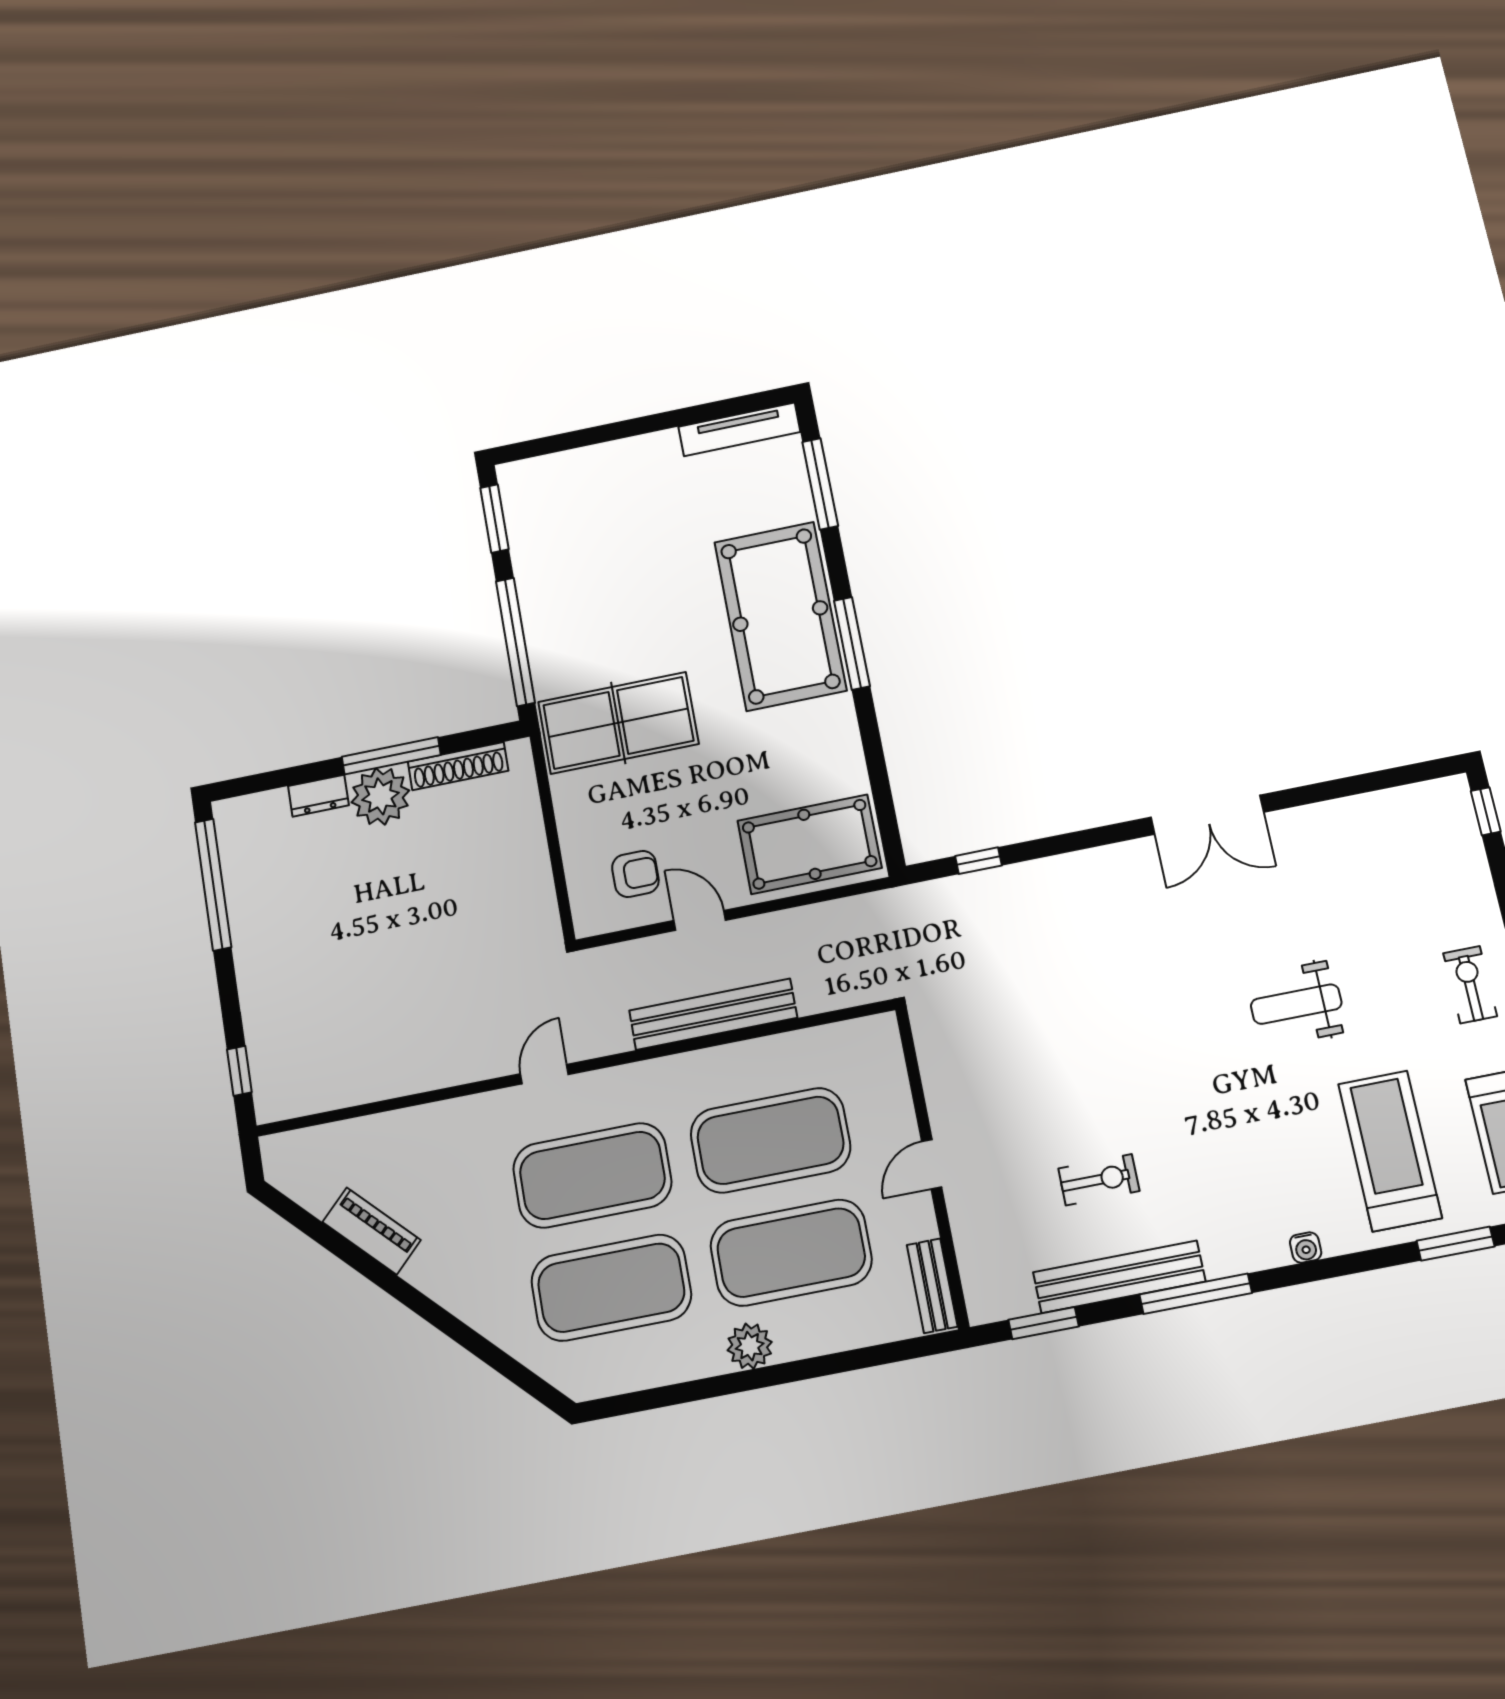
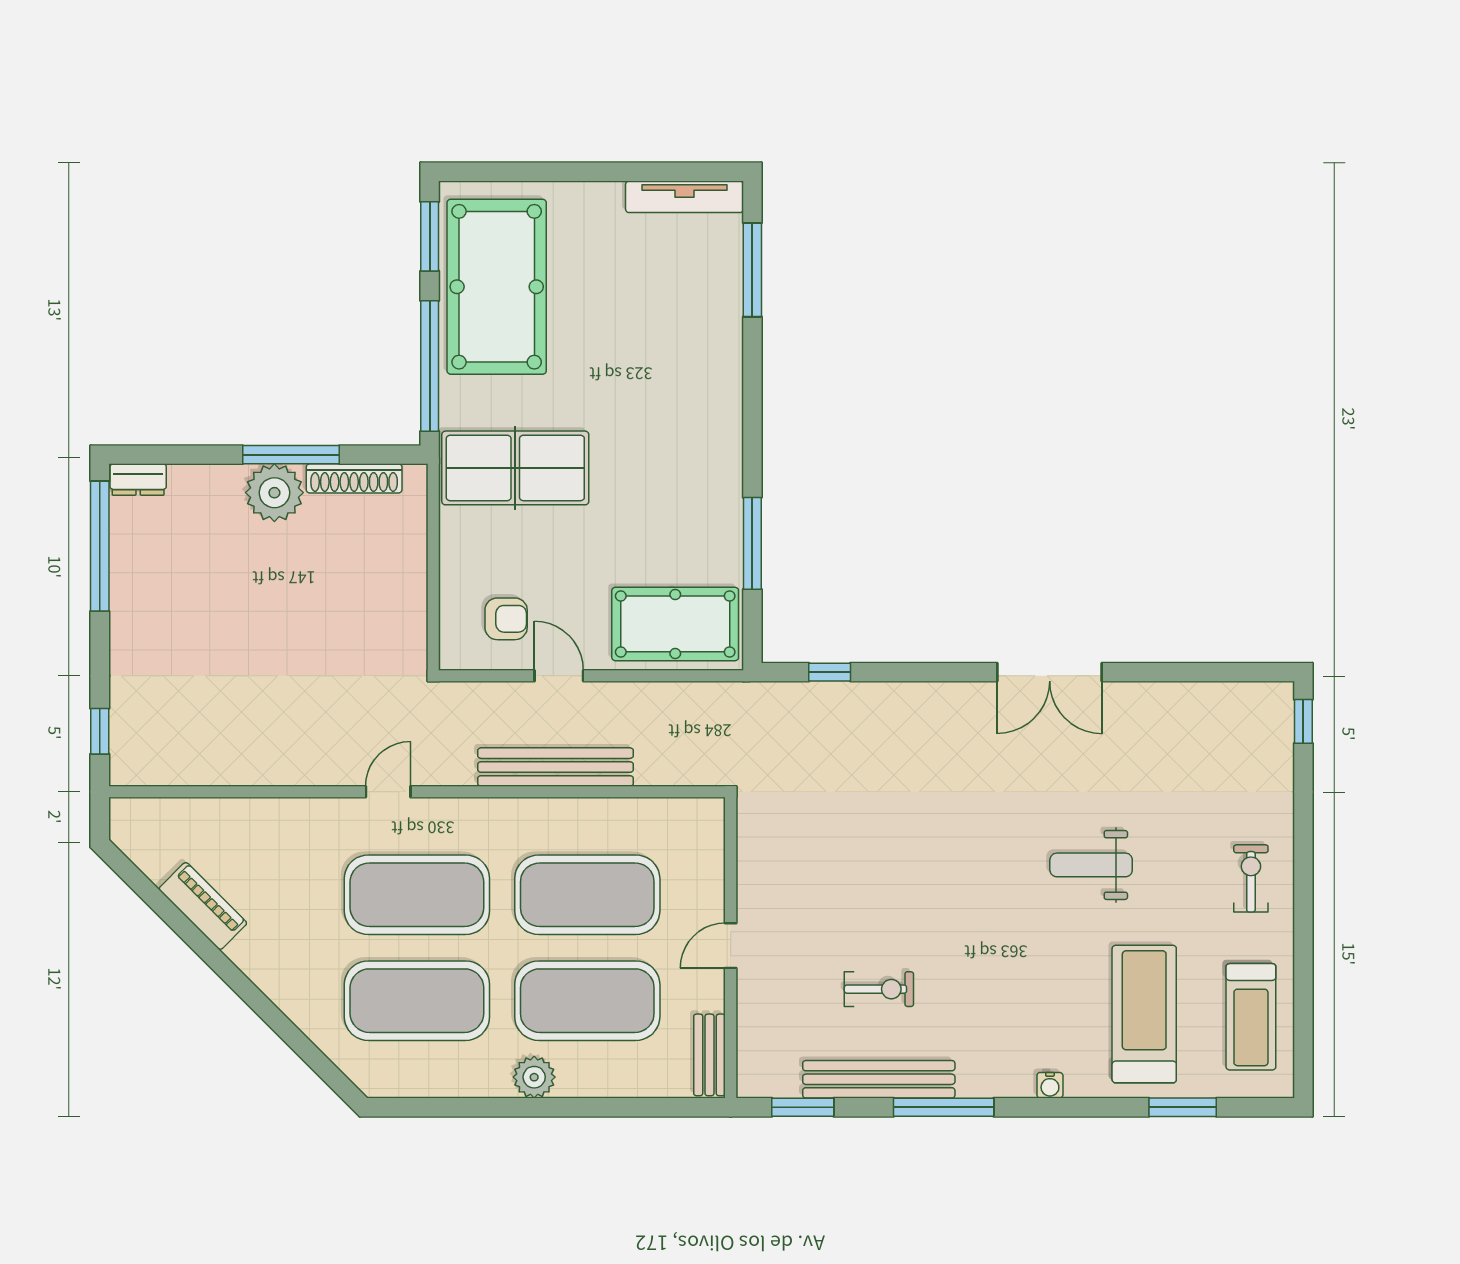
pool table: (780, 616) -> (497, 287), moved
window: (852, 643) -> (752, 543), moved
dresser: (318, 796) -> (138, 479), moved

